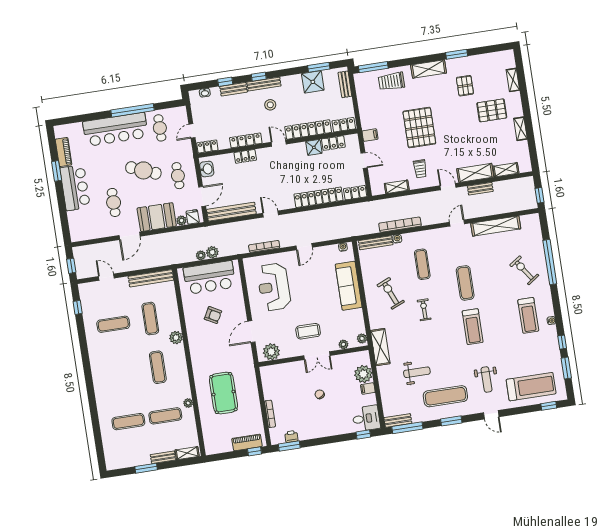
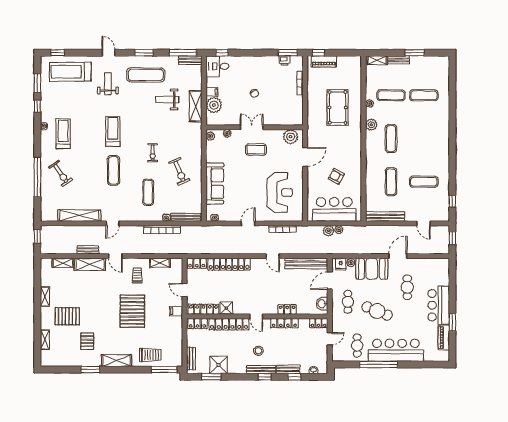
locker: (333, 143) -> (203, 309), width x1.53
plant: (176, 338) -> (371, 125), moved
shelving: (380, 347) -> (196, 106), moved

